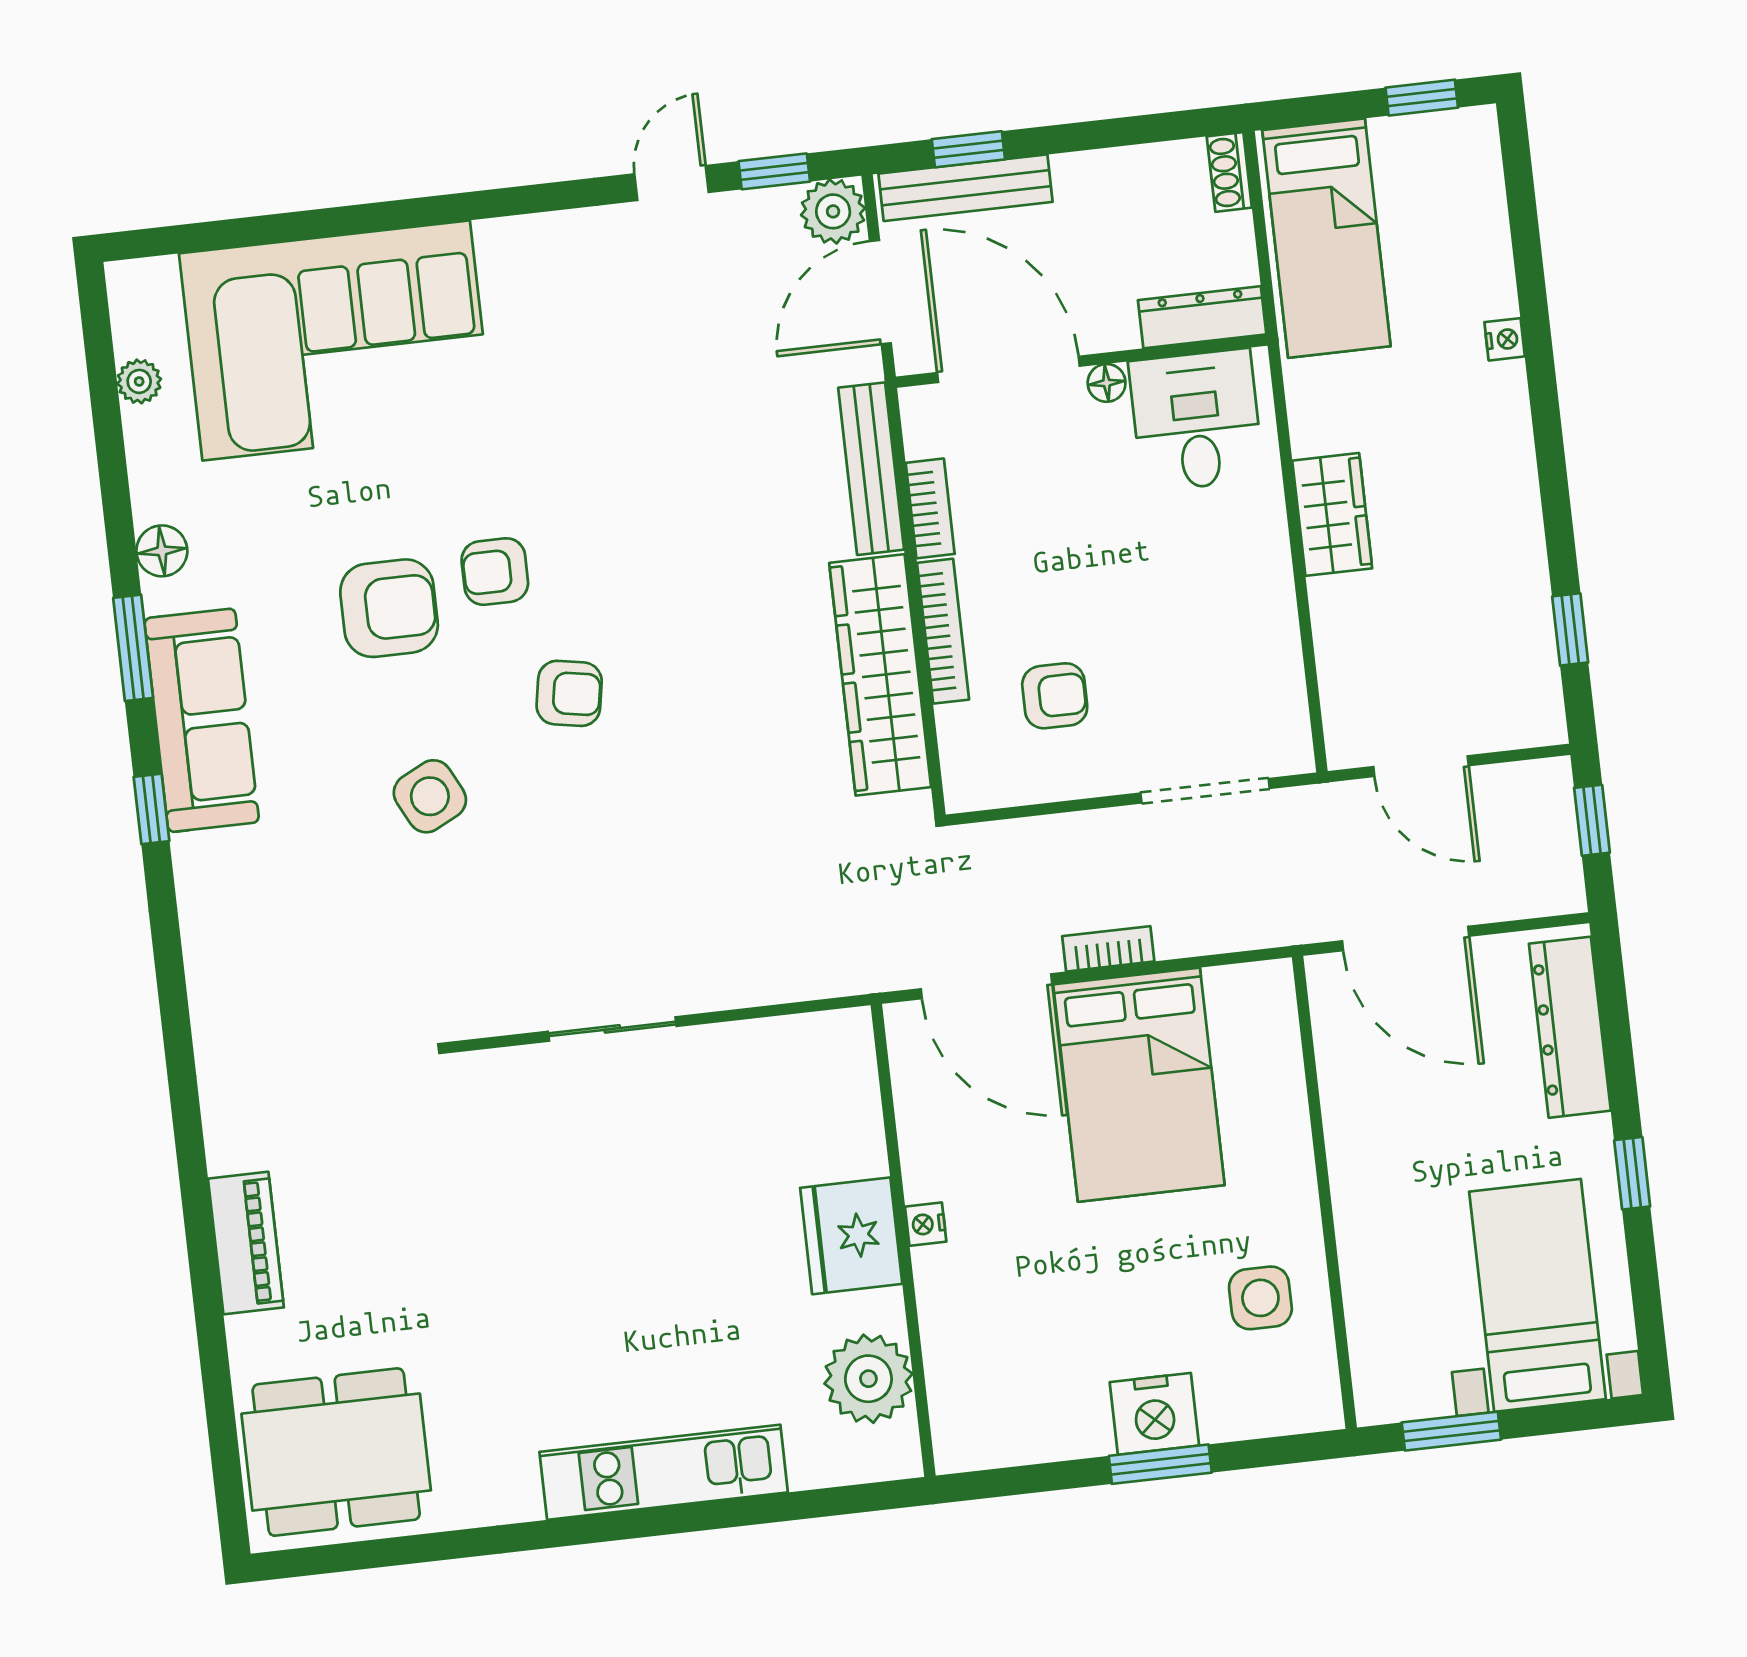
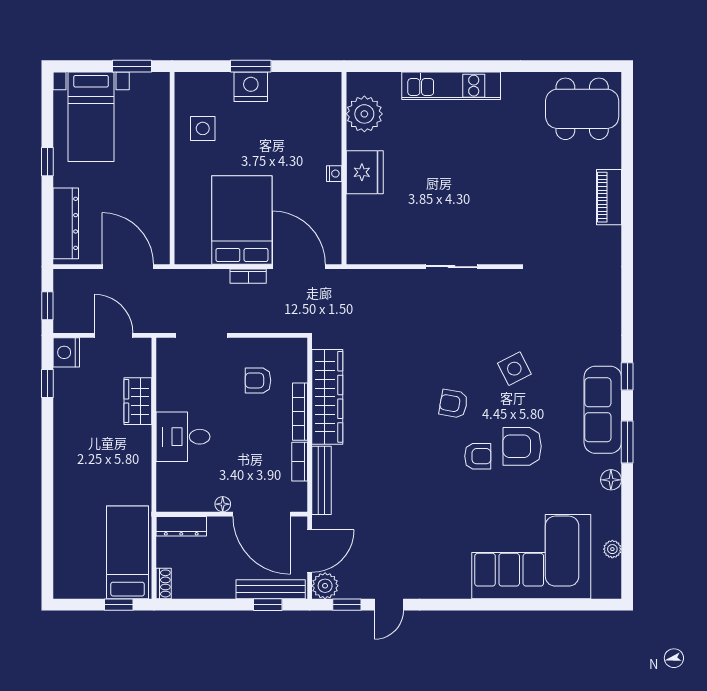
window: (1422, 98) -> (119, 605), moved
nightstand: (1505, 339) -> (66, 352), moved, width x1.89, depth x1.79
desk: (1196, 420) -> (183, 437), moved, turned 90
wardrobe: (1332, 514) -> (138, 401), moved

